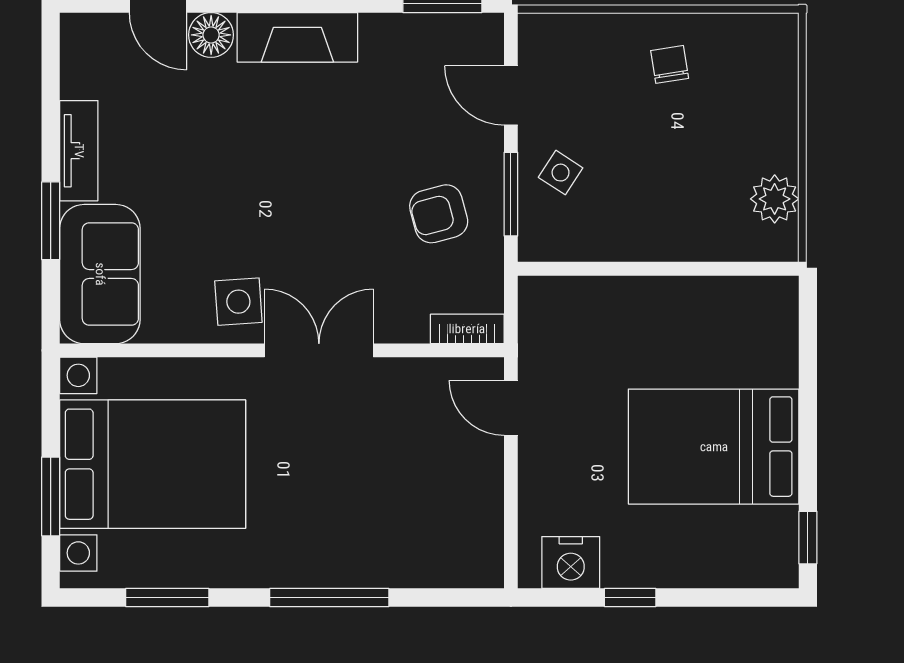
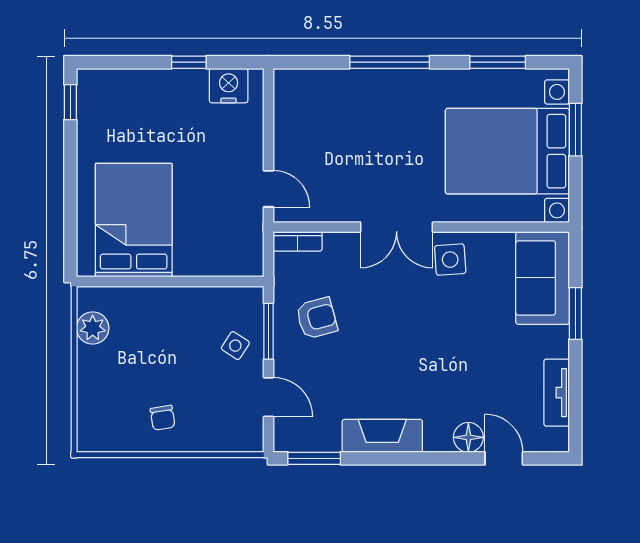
fireplace: (297, 37) -> (382, 436), moved
tv unit: (79, 151) -> (557, 393), moved
bed: (714, 447) -> (134, 220), moved, turned -90

